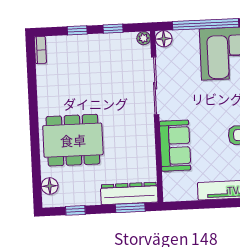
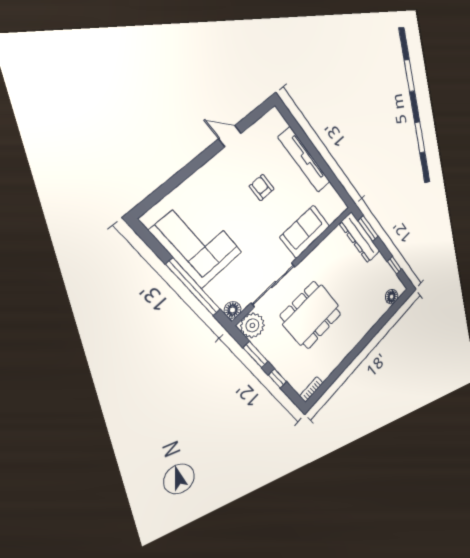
window: (113, 29) -> (256, 355), width x1.50
plant: (144, 38) -> (252, 325), width x1.87, depth x1.87
dining table: (73, 140) -> (311, 315), moved, turned 90

